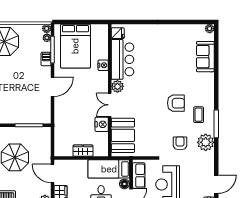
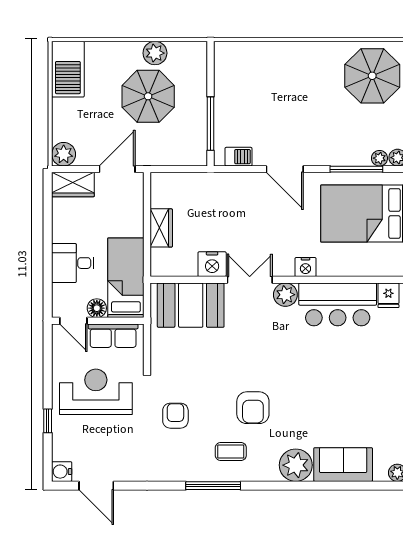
barbecue: (46, 59) -> (238, 157), moved
nightstand: (103, 65) -> (305, 267), moved
plant: (206, 142) -> (296, 465), moved
armchair: (180, 143) -> (175, 416), turned -90

